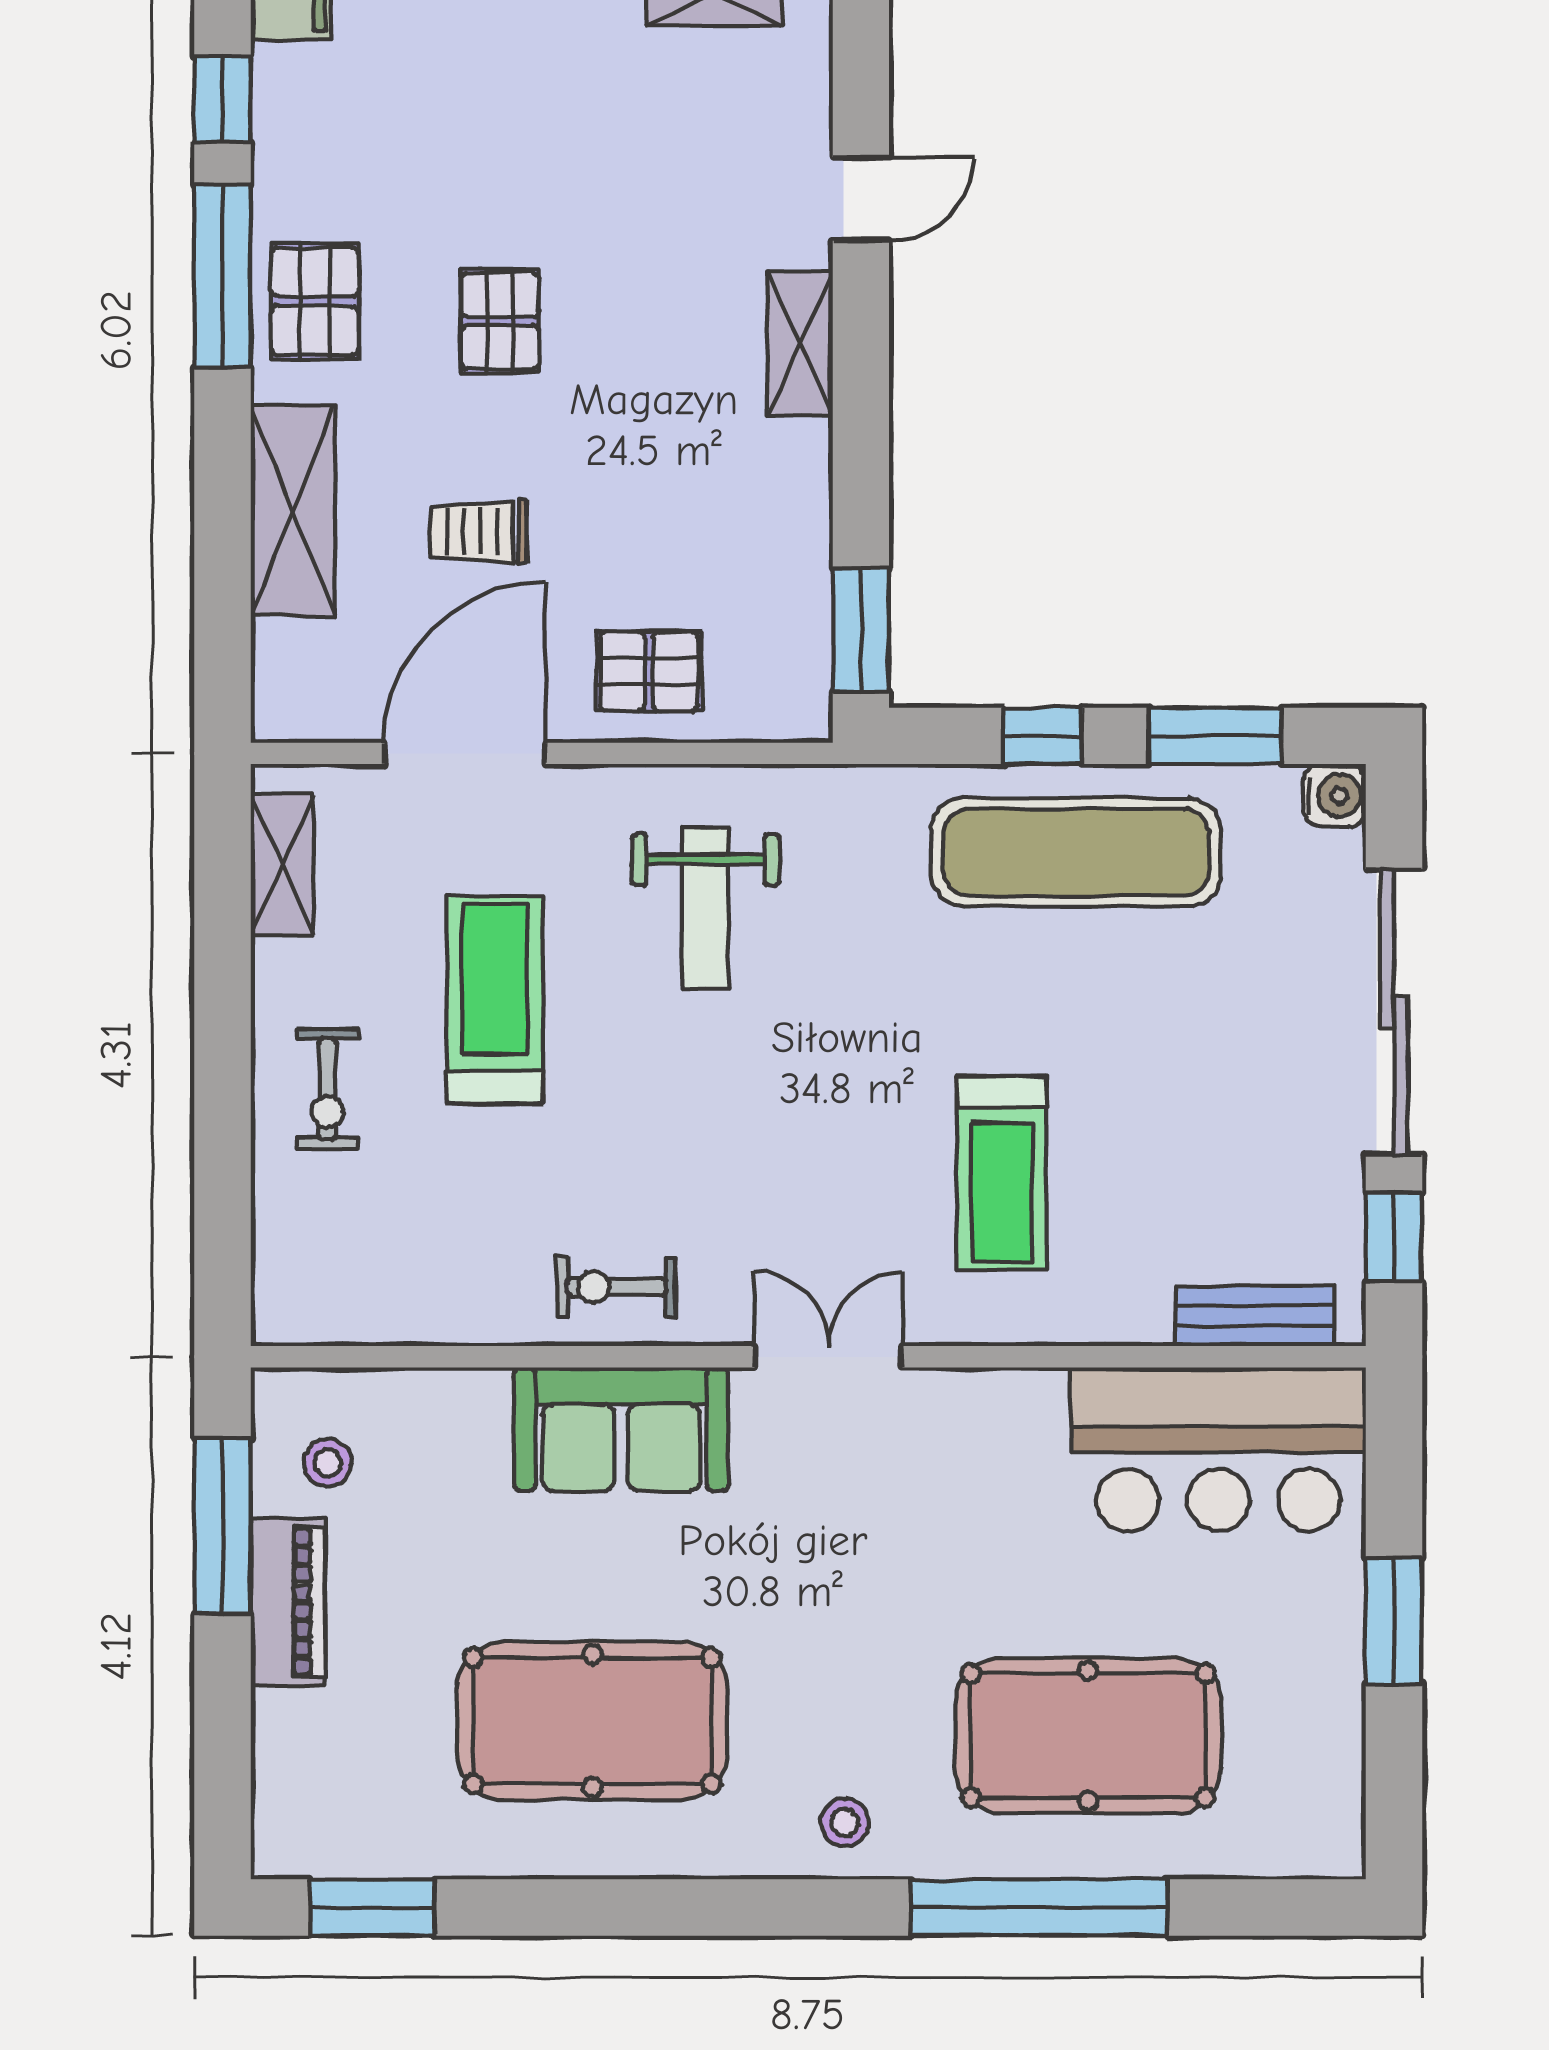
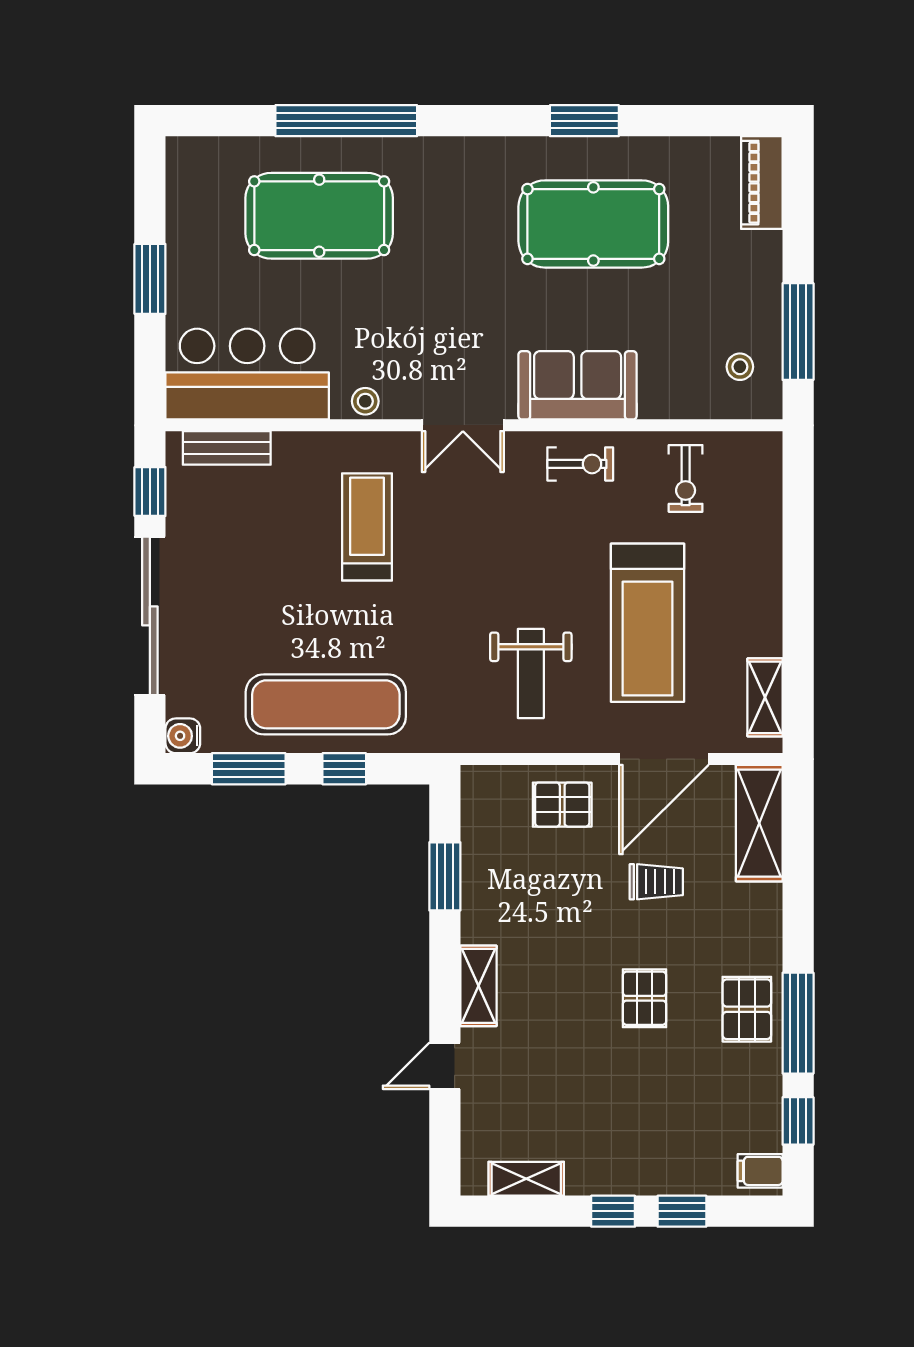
shelving: (293, 510) -> (759, 823), moved
window: (861, 630) -> (445, 876), moved
weight bench: (705, 908) -> (531, 674), turned 180
treadmill: (495, 1000) -> (648, 623), width x1.37, depth x1.38
exercise bike: (327, 1089) -> (686, 478), moved, turned 180
piano: (288, 1602) -> (762, 183), moved
stool: (845, 1822) -> (365, 401), moved
window: (372, 1907) -> (584, 121), moved

